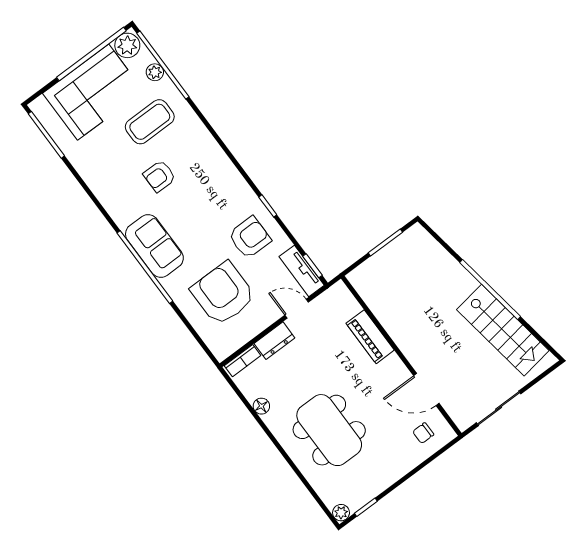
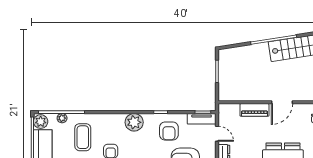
plant: (225, 179) -> (134, 122), added
armchair: (250, 238) -> (169, 131), turned 180
door: (297, 309) -> (217, 134), swing flipped
door: (426, 389) -> (282, 102), moved

